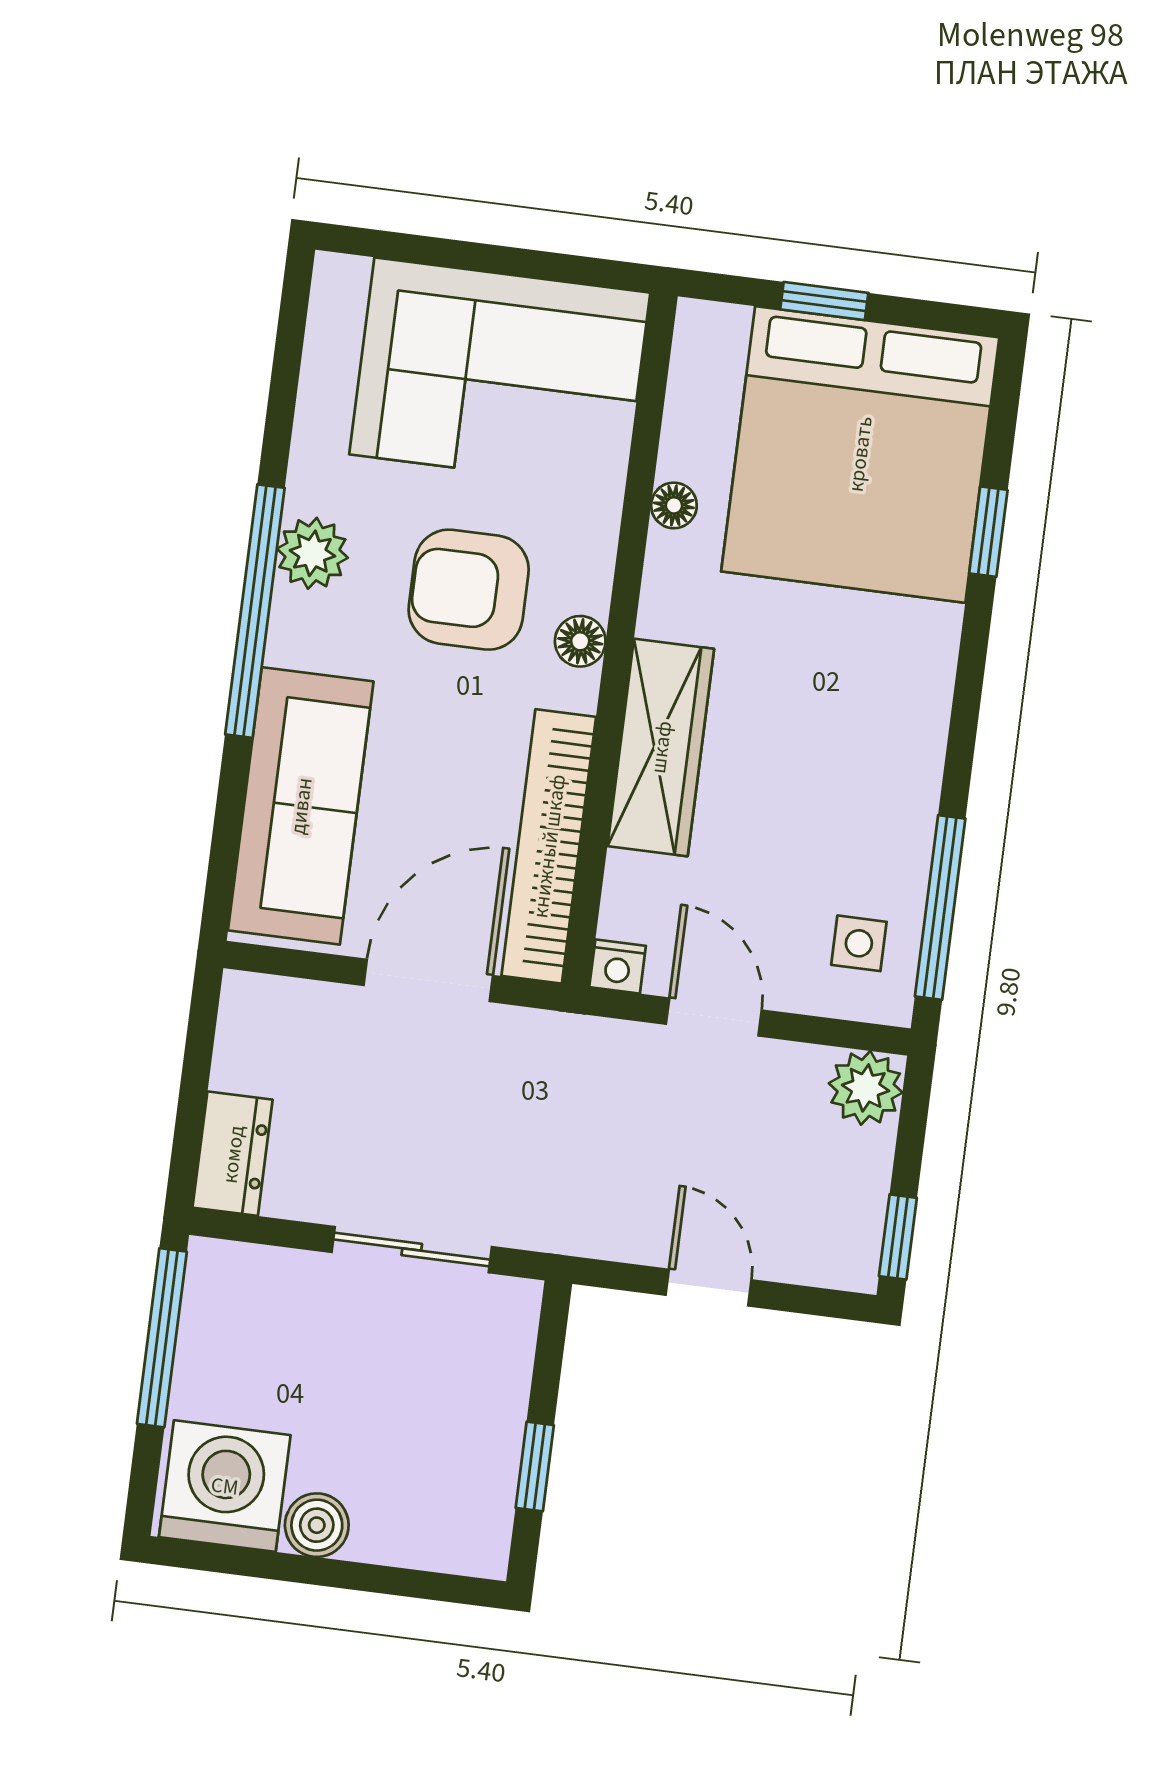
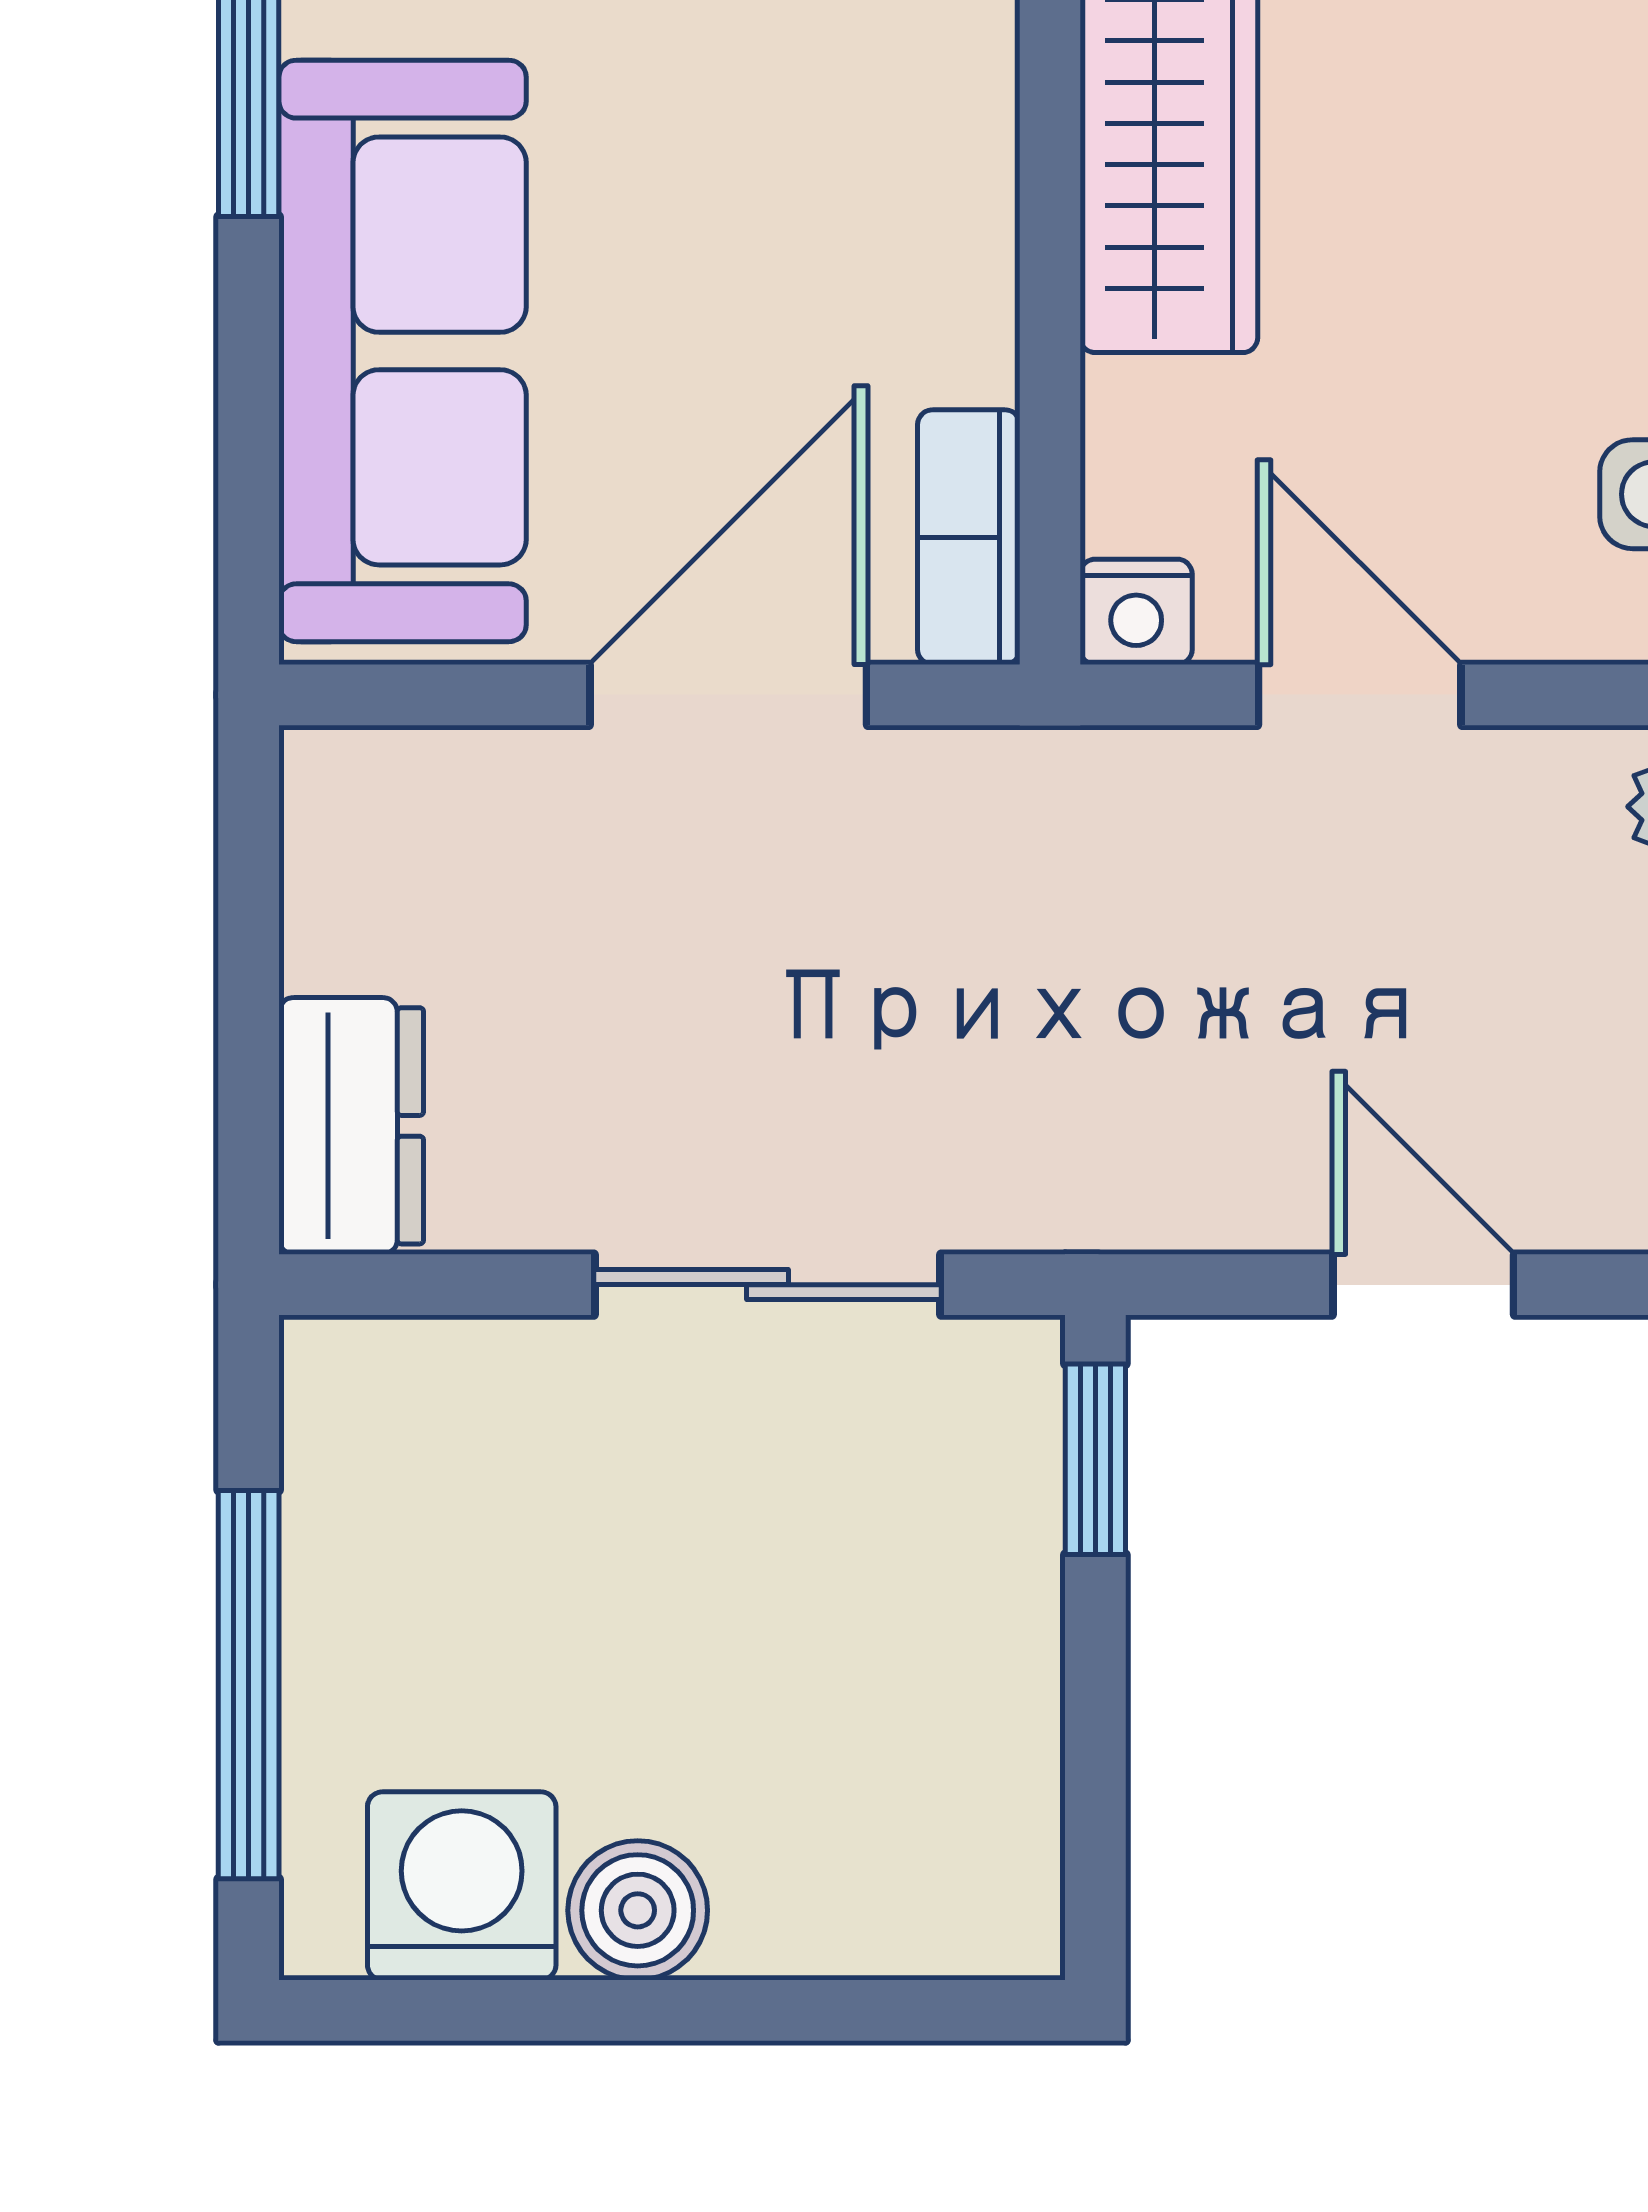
bookcase: (549, 846) -> (969, 537), width x0.43, depth x0.76
window: (162, 1338) -> (249, 1685), moved
window: (535, 1466) -> (1095, 1459), moved
washing machine: (225, 1486) -> (462, 1886), width x0.73, depth x0.73

